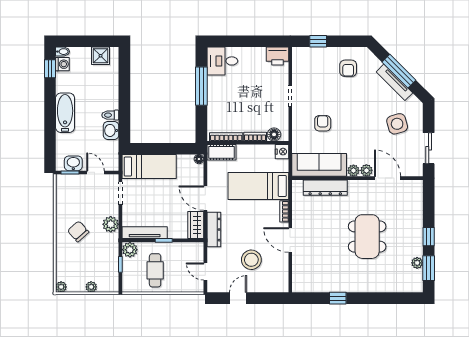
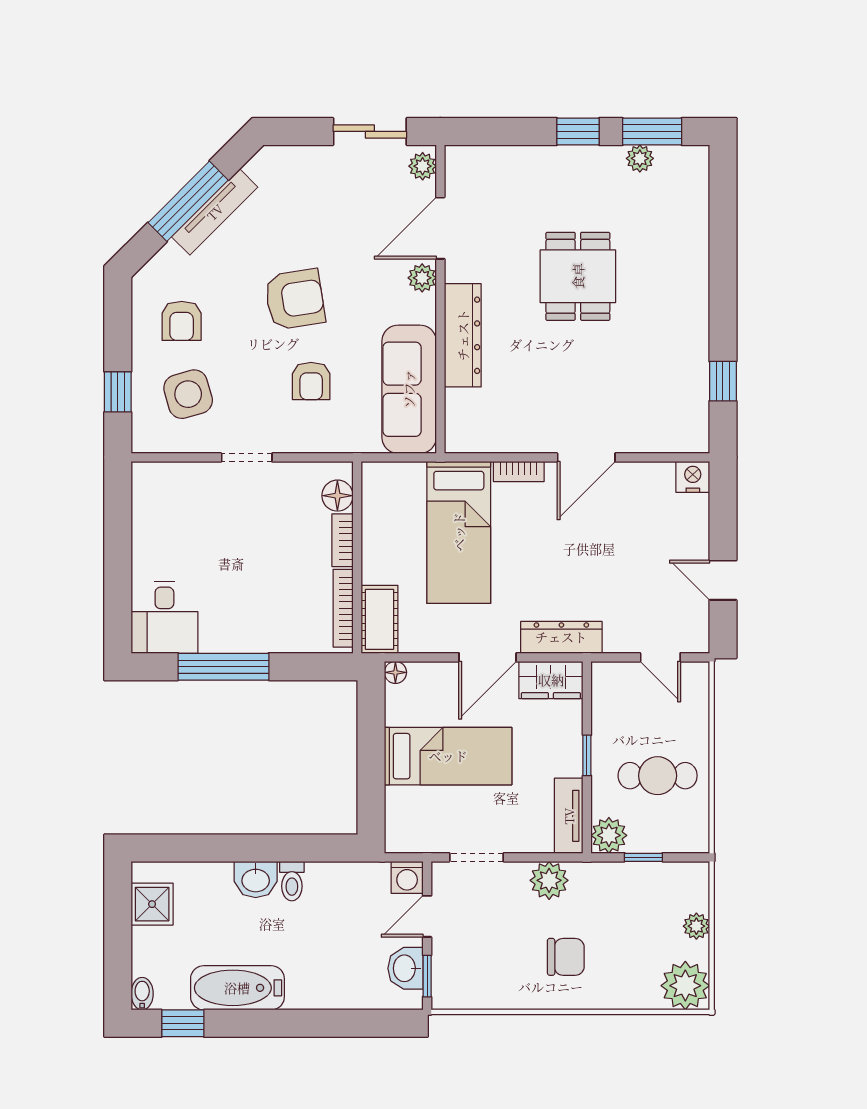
printer: (277, 56) -> (153, 487), removed
washing machine: (62, 64) -> (407, 877), moved, turned 180
armchair: (348, 68) -> (182, 321), turned 90
bathtub: (65, 113) -> (237, 988), moved
armchair: (357, 116) -> (295, 299), added
armchair: (323, 123) -> (311, 381), turned -90
side table: (397, 124) -> (188, 394), moved
washbasin: (111, 130) -> (256, 879), moved
nightstand: (282, 152) -> (693, 477), moved
bed: (149, 167) -> (448, 756), moved, turned 90
plant: (353, 171) -> (423, 166), moved
dresser: (325, 188) -> (463, 335), moved
chair: (78, 231) -> (566, 957), turned -138
tv unit: (145, 233) -> (569, 816), width x0.71
dining table: (367, 237) -> (578, 276), width x0.73
stool: (251, 260) -> (633, 549), removed
door: (205, 272) -> (660, 657), hinge flipped
plant: (61, 287) -> (685, 986), width x1.88, depth x1.88
window: (338, 298) -> (723, 381), moved

